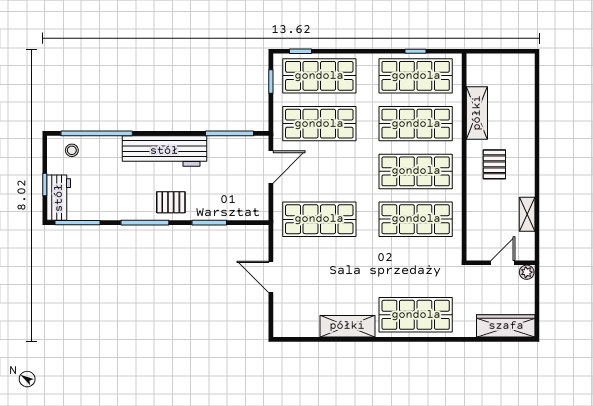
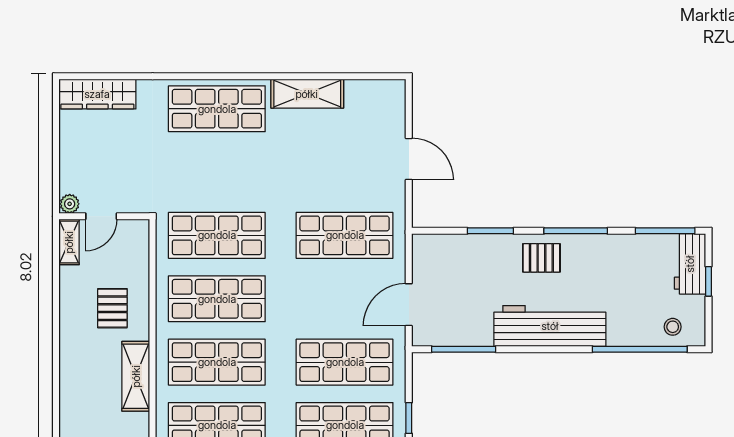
wall: (501, 263) -> (104, 216), moved
door: (503, 263) -> (101, 216), moved
plant: (527, 272) -> (70, 204), moved

